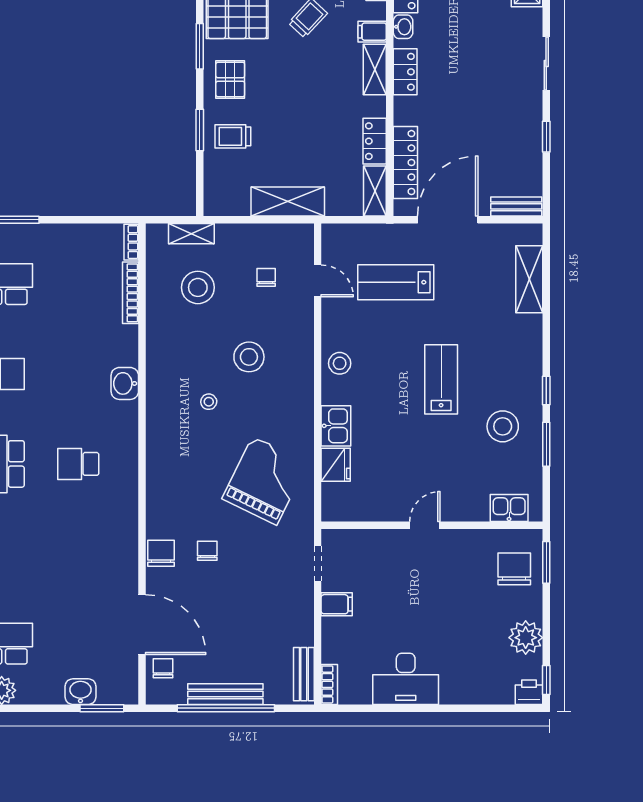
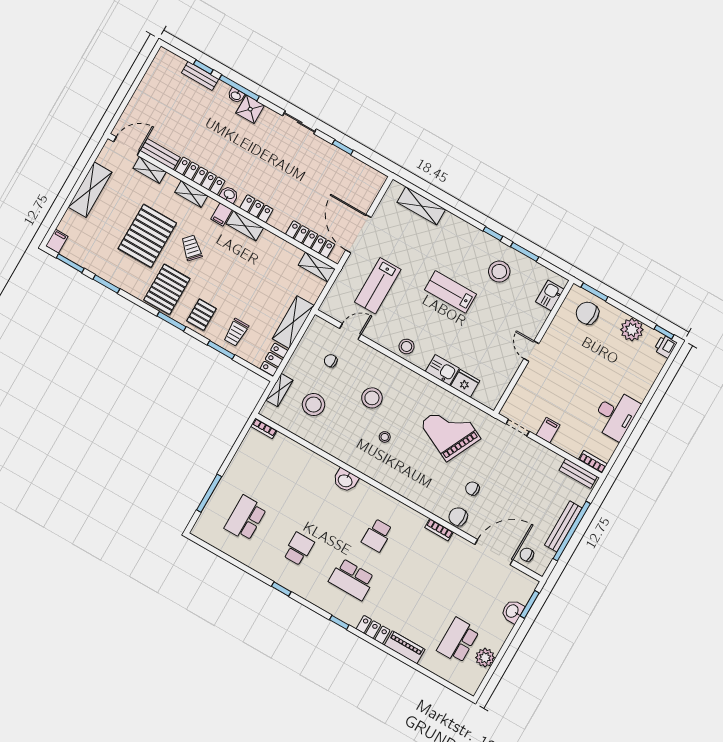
pallet: (230, 80) -> (202, 315), turned 90
locker: (375, 141) -> (274, 360), moved, turned 90
bench: (516, 206) -> (374, 189), removed
bookcase: (130, 293) -> (439, 530), moved, width x0.64

